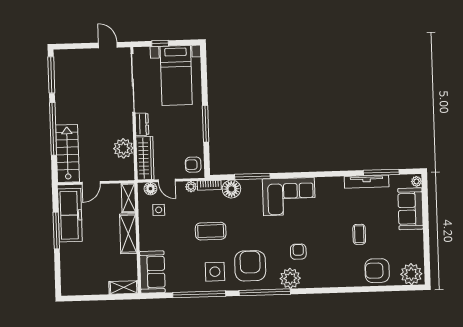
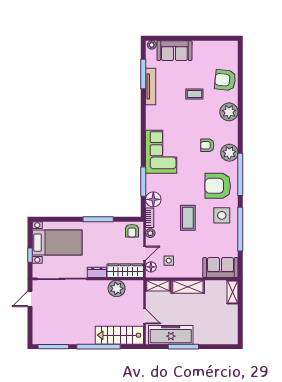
armchair: (377, 271) -> (225, 80), turned 96
plant: (411, 274) -> (229, 112), moved

